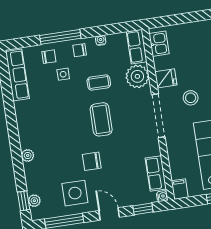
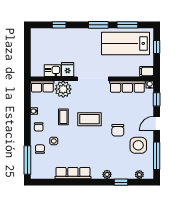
window: (60, 37) -> (27, 160), moved
kitchen sink: (159, 44) -> (53, 71), moved
row of seats: (17, 75) -> (73, 173), moved
stool: (191, 98) -> (84, 54), removed
row of seats: (156, 173) -> (127, 87), width x1.48
window: (24, 201) -> (121, 182), moved

